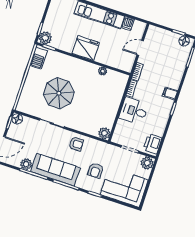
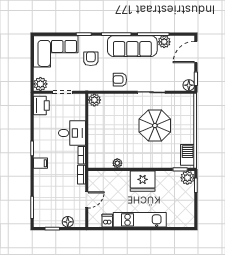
floor lamp: (184, 41) -> (68, 222), moved

